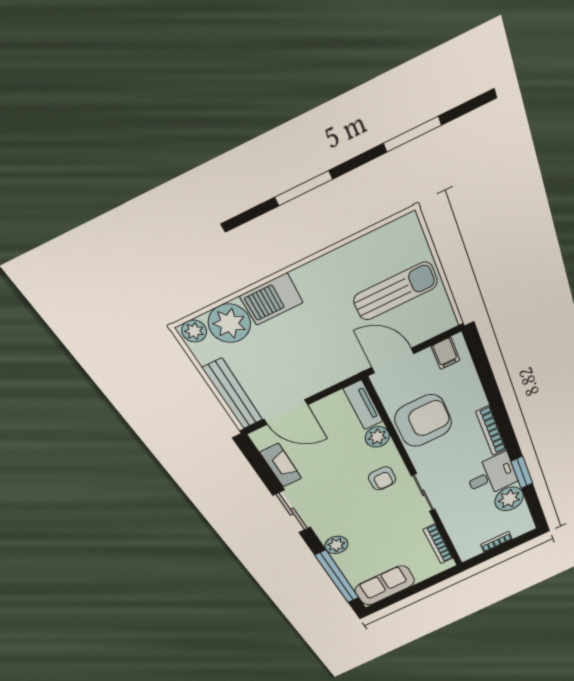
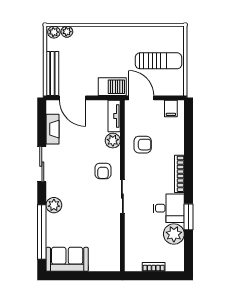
barbecue: (272, 299) -> (112, 87), moved, turned 180
plant: (229, 323) -> (67, 32), width x0.53, depth x0.53
armchair: (423, 421) -> (143, 145), width x0.53, depth x0.53
bookcase: (438, 544) -> (115, 244), removed

